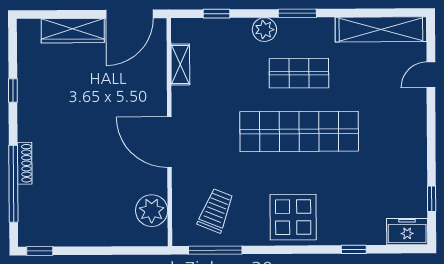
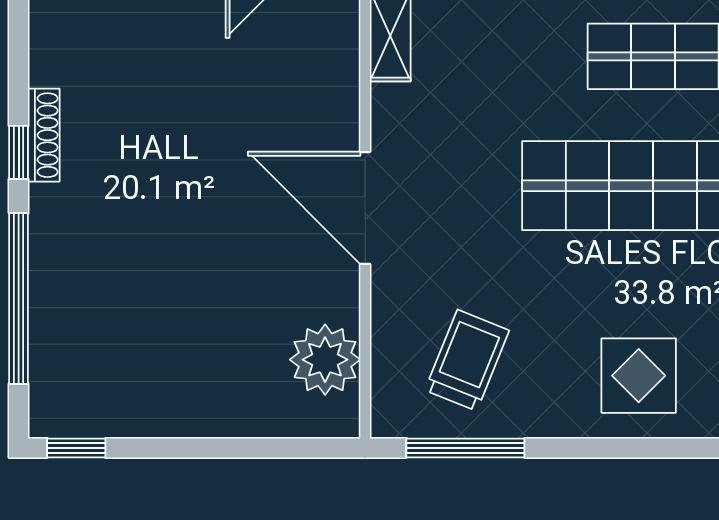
window: (13, 90) -> (19, 152), moved
shoe rack: (25, 163) -> (44, 135), moved
display table: (293, 217) -> (639, 376), width x0.73, depth x0.73

